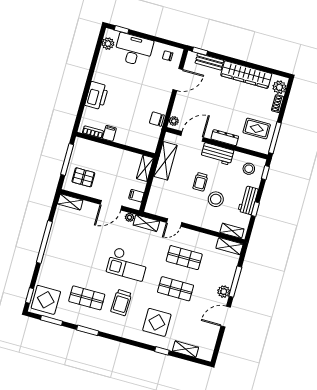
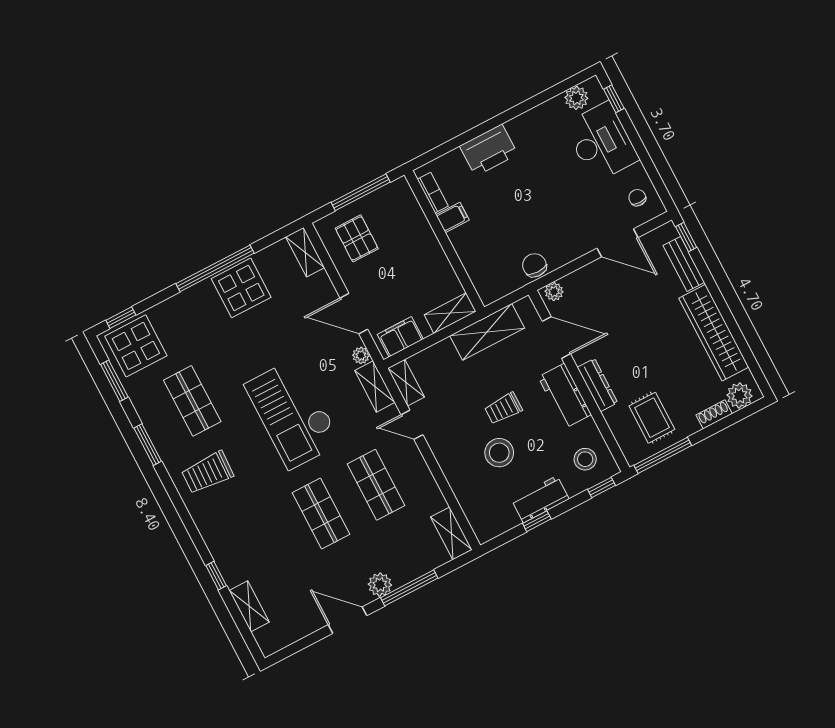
filing cabinet: (136, 196) -> (400, 337), width x2.00
shelving: (232, 231) -> (406, 383), moved
checkout: (127, 264) -> (293, 414), width x1.36, depth x1.21
trolley: (121, 303) -> (207, 473), moved
display table: (157, 322) -> (241, 288), moved

